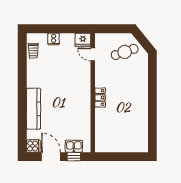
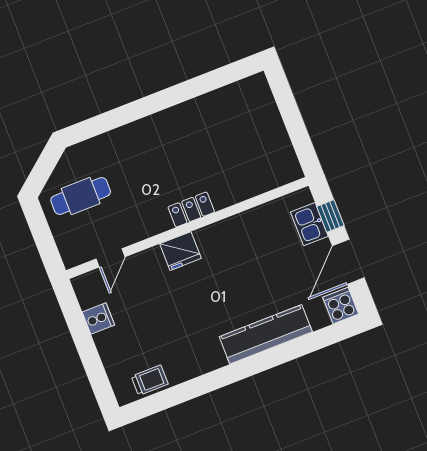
cooker: (54, 39) -> (98, 319), moved
fridge: (83, 40) -> (181, 251), moved, turned 90
cafe table: (125, 52) -> (81, 196), turned -71

